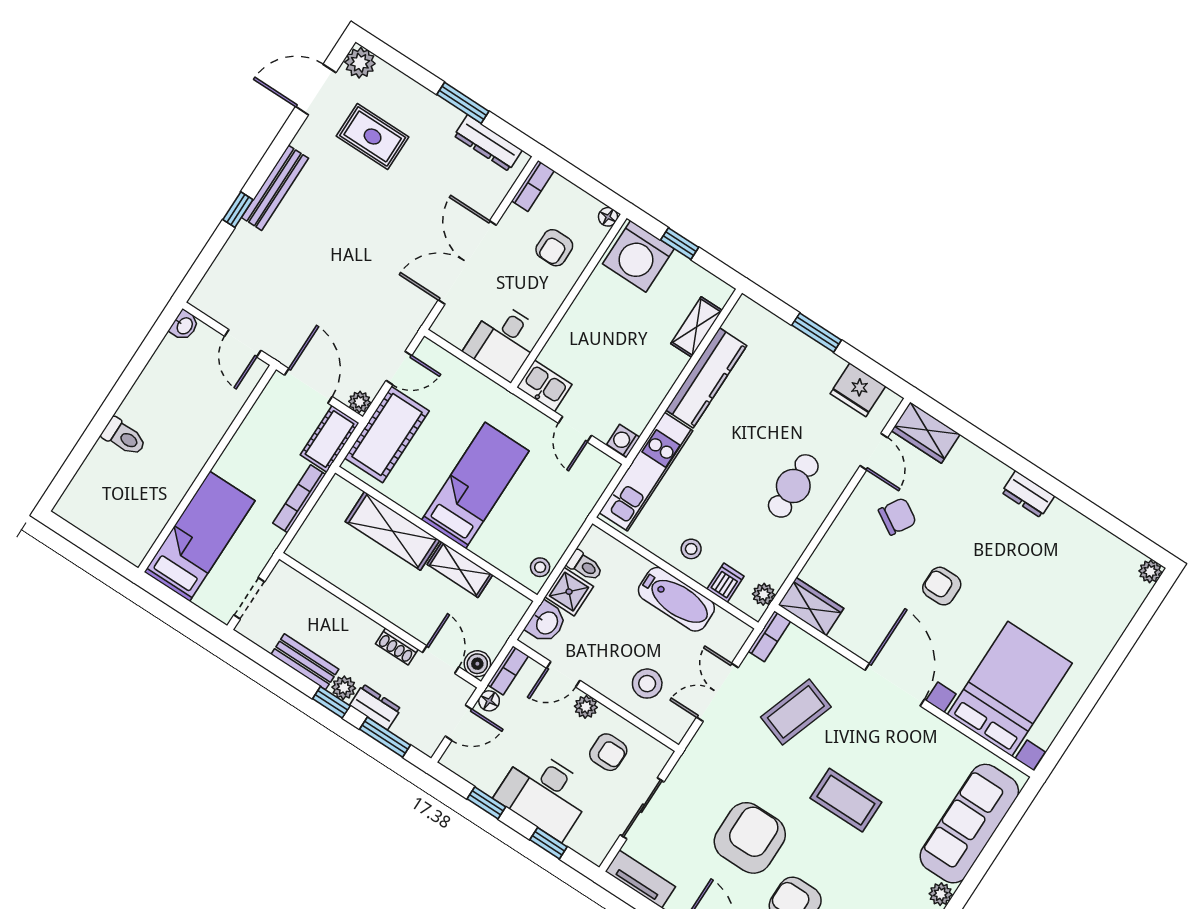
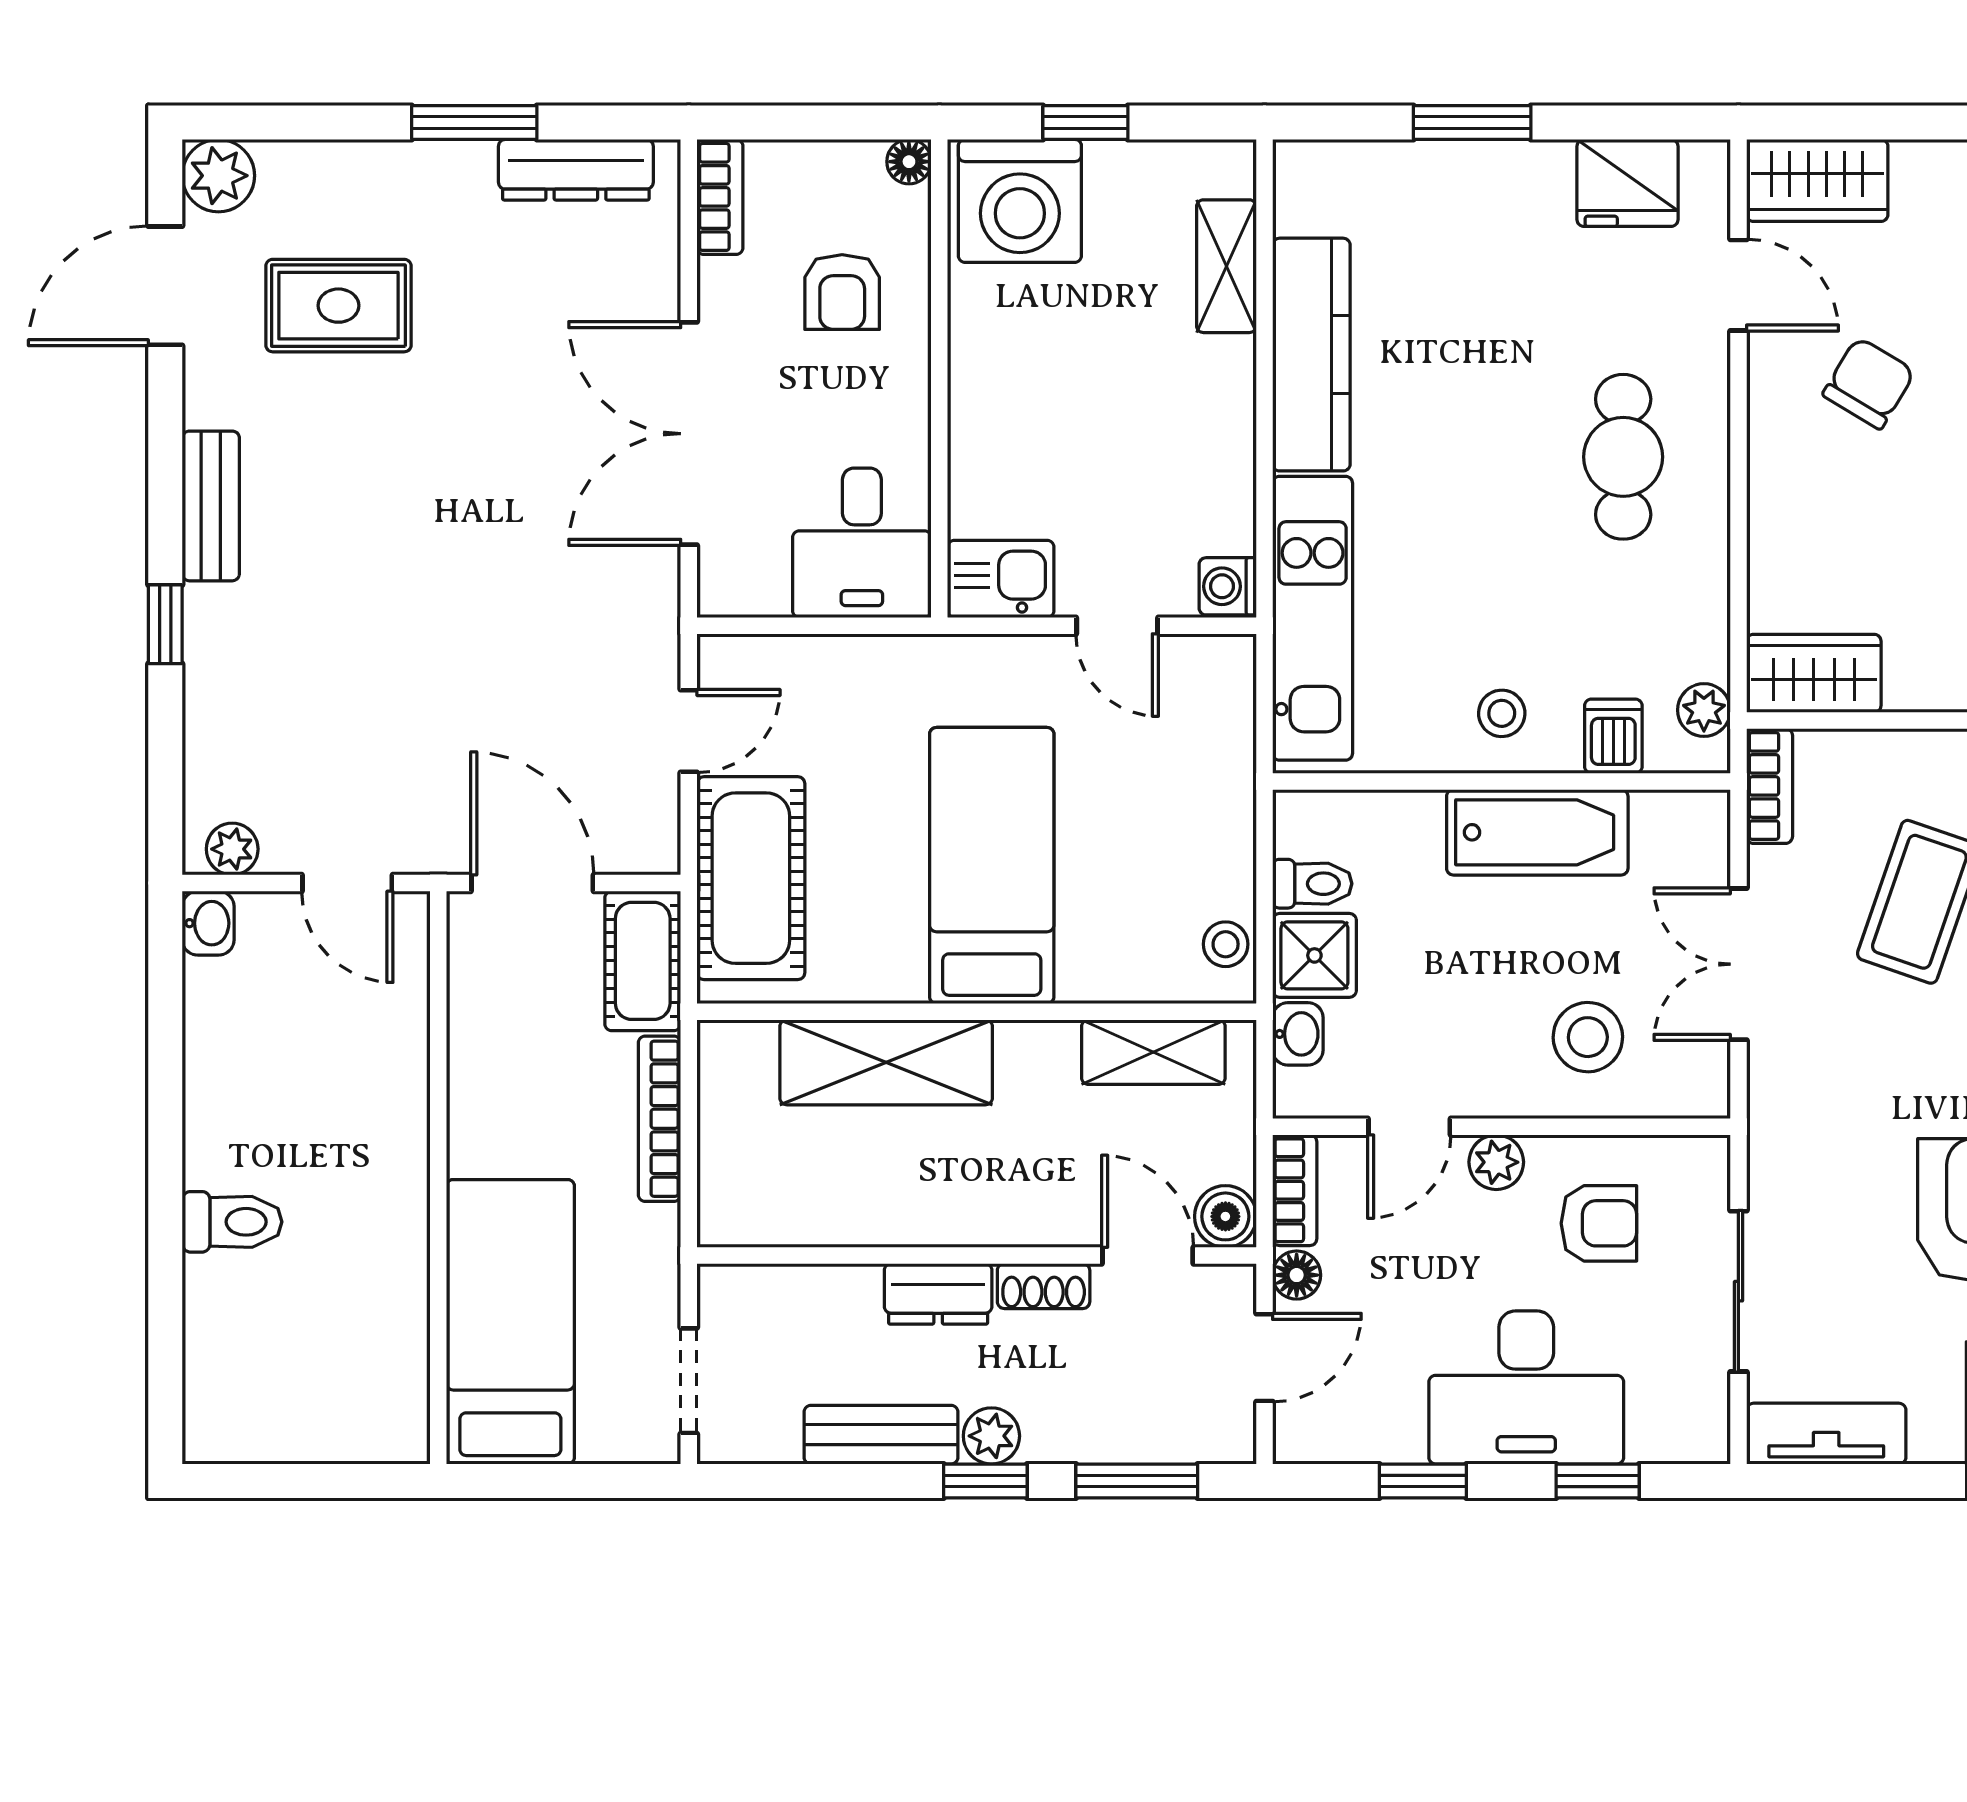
bench: (275, 188) -> (211, 506), width x0.73
plant: (360, 402) -> (232, 849), moved
shelving: (460, 570) -> (1153, 1052), moved
washbasin: (546, 622) -> (1298, 1034), width x0.72, depth x0.69
dresser: (375, 707) -> (938, 1294), moved, turned 180

